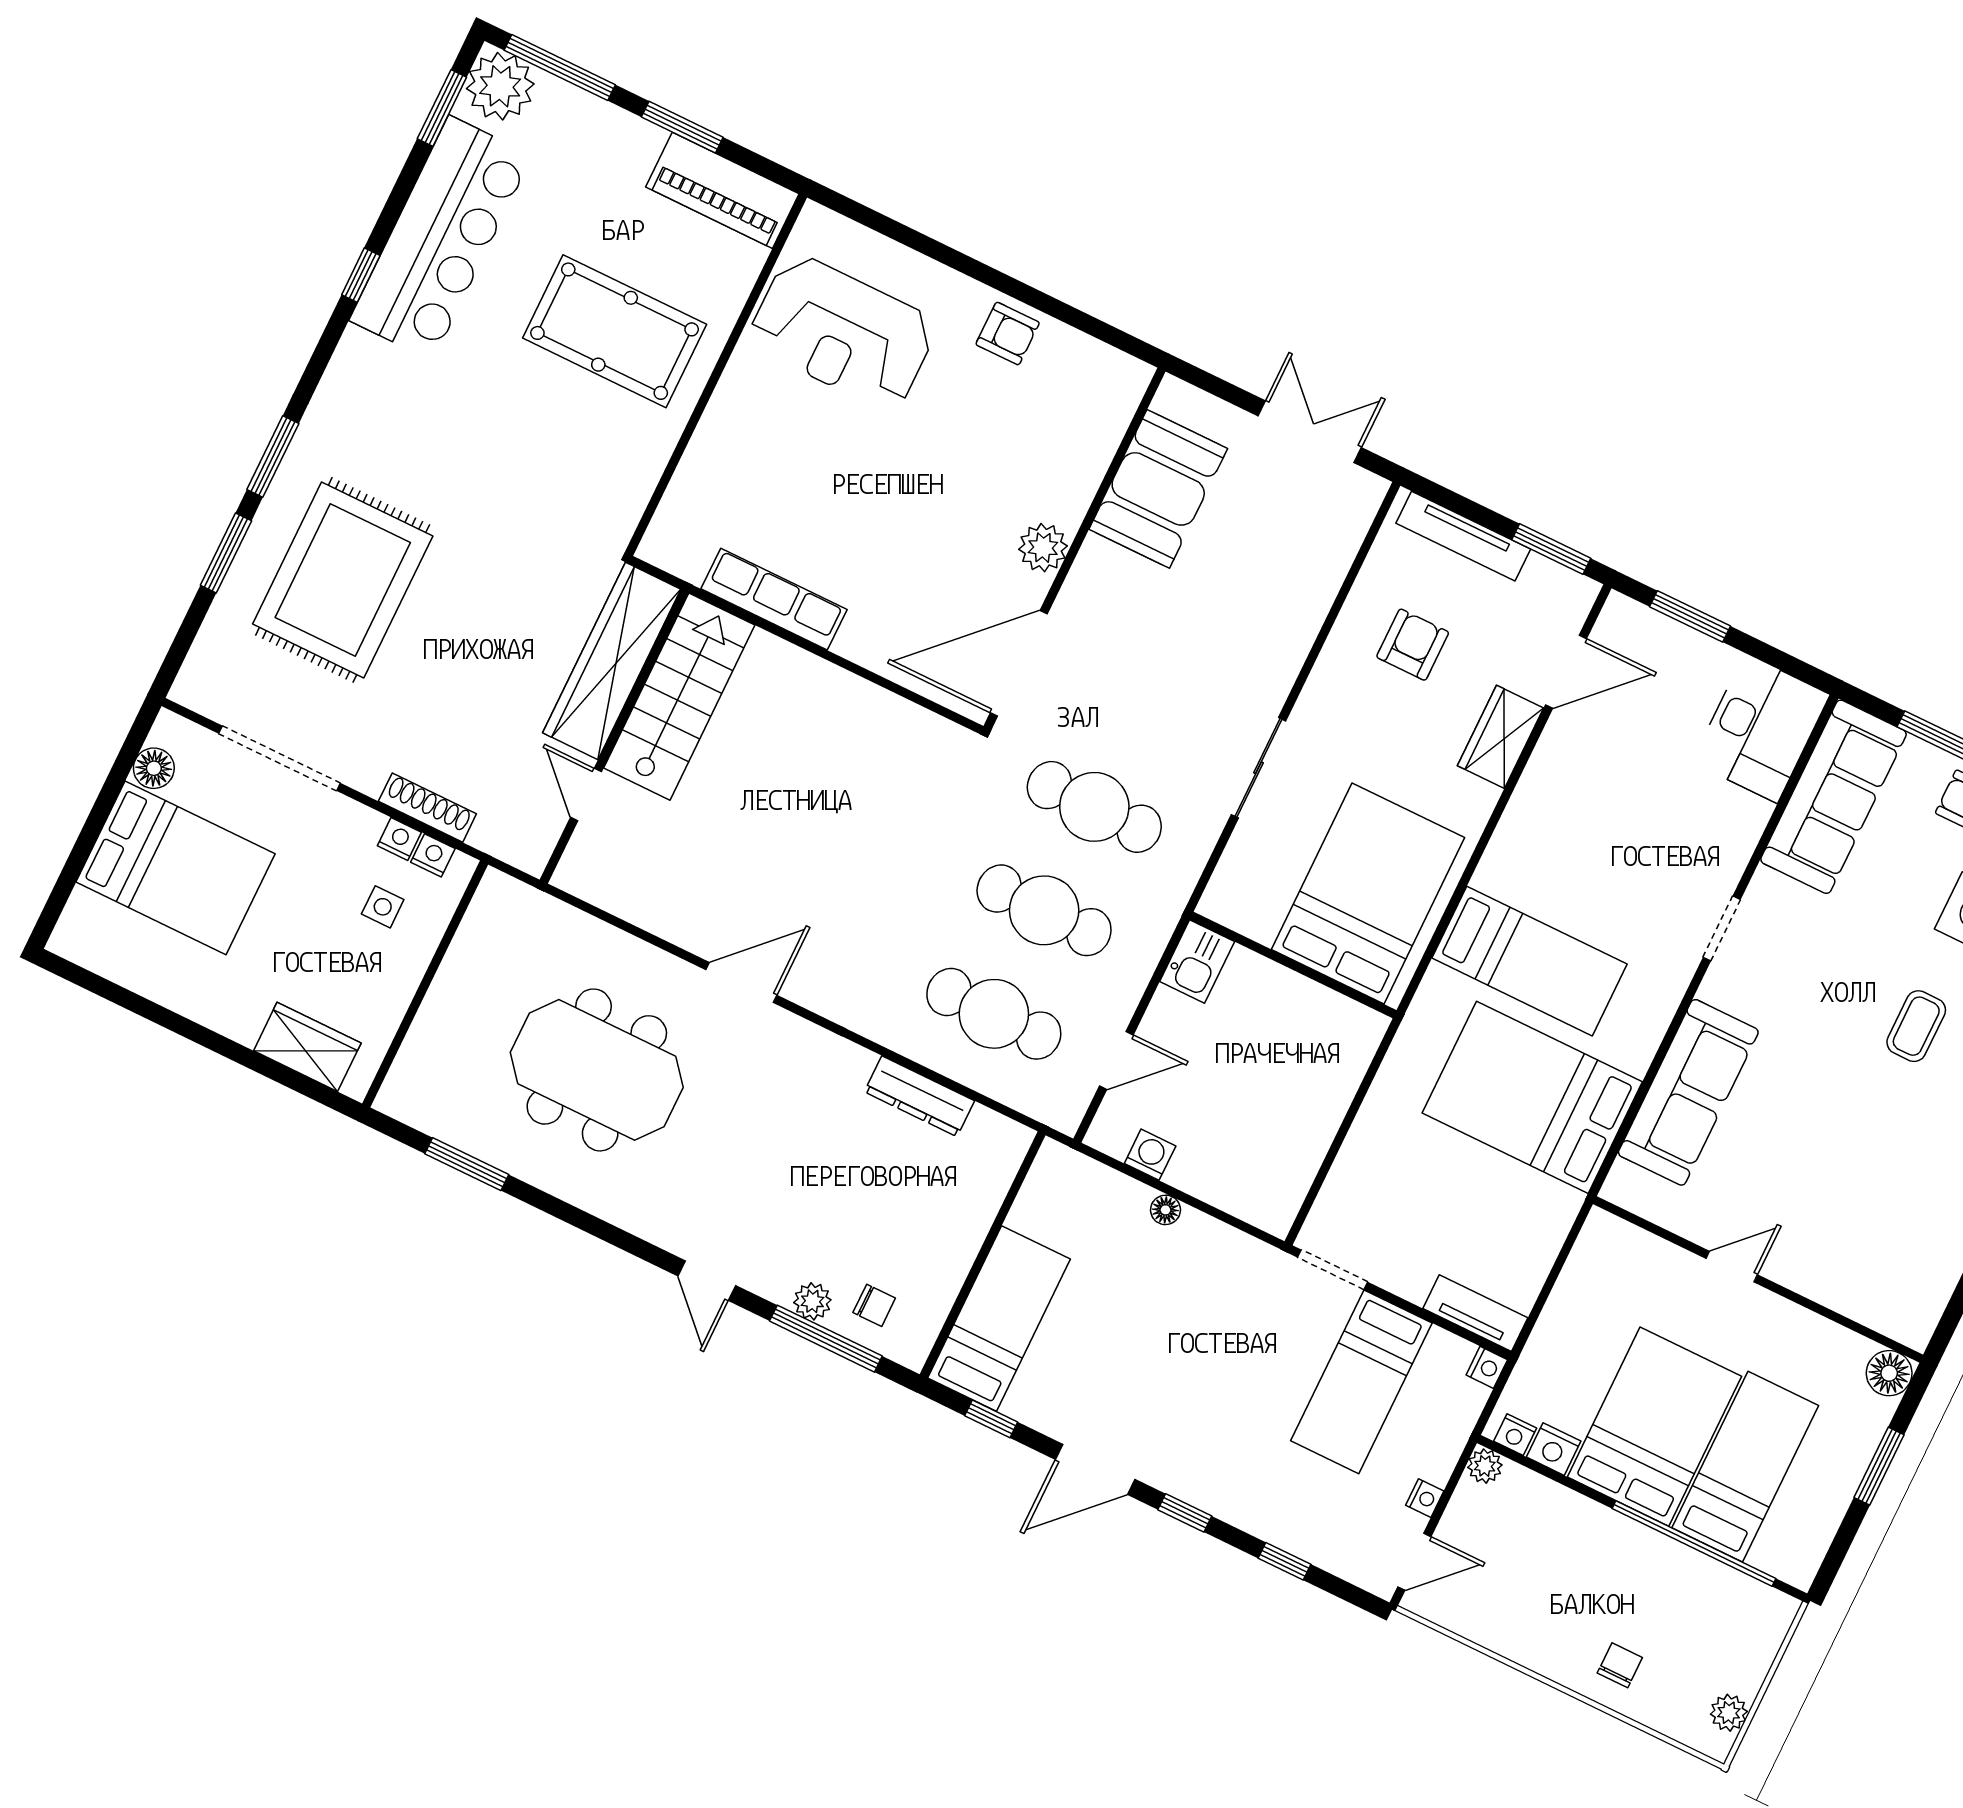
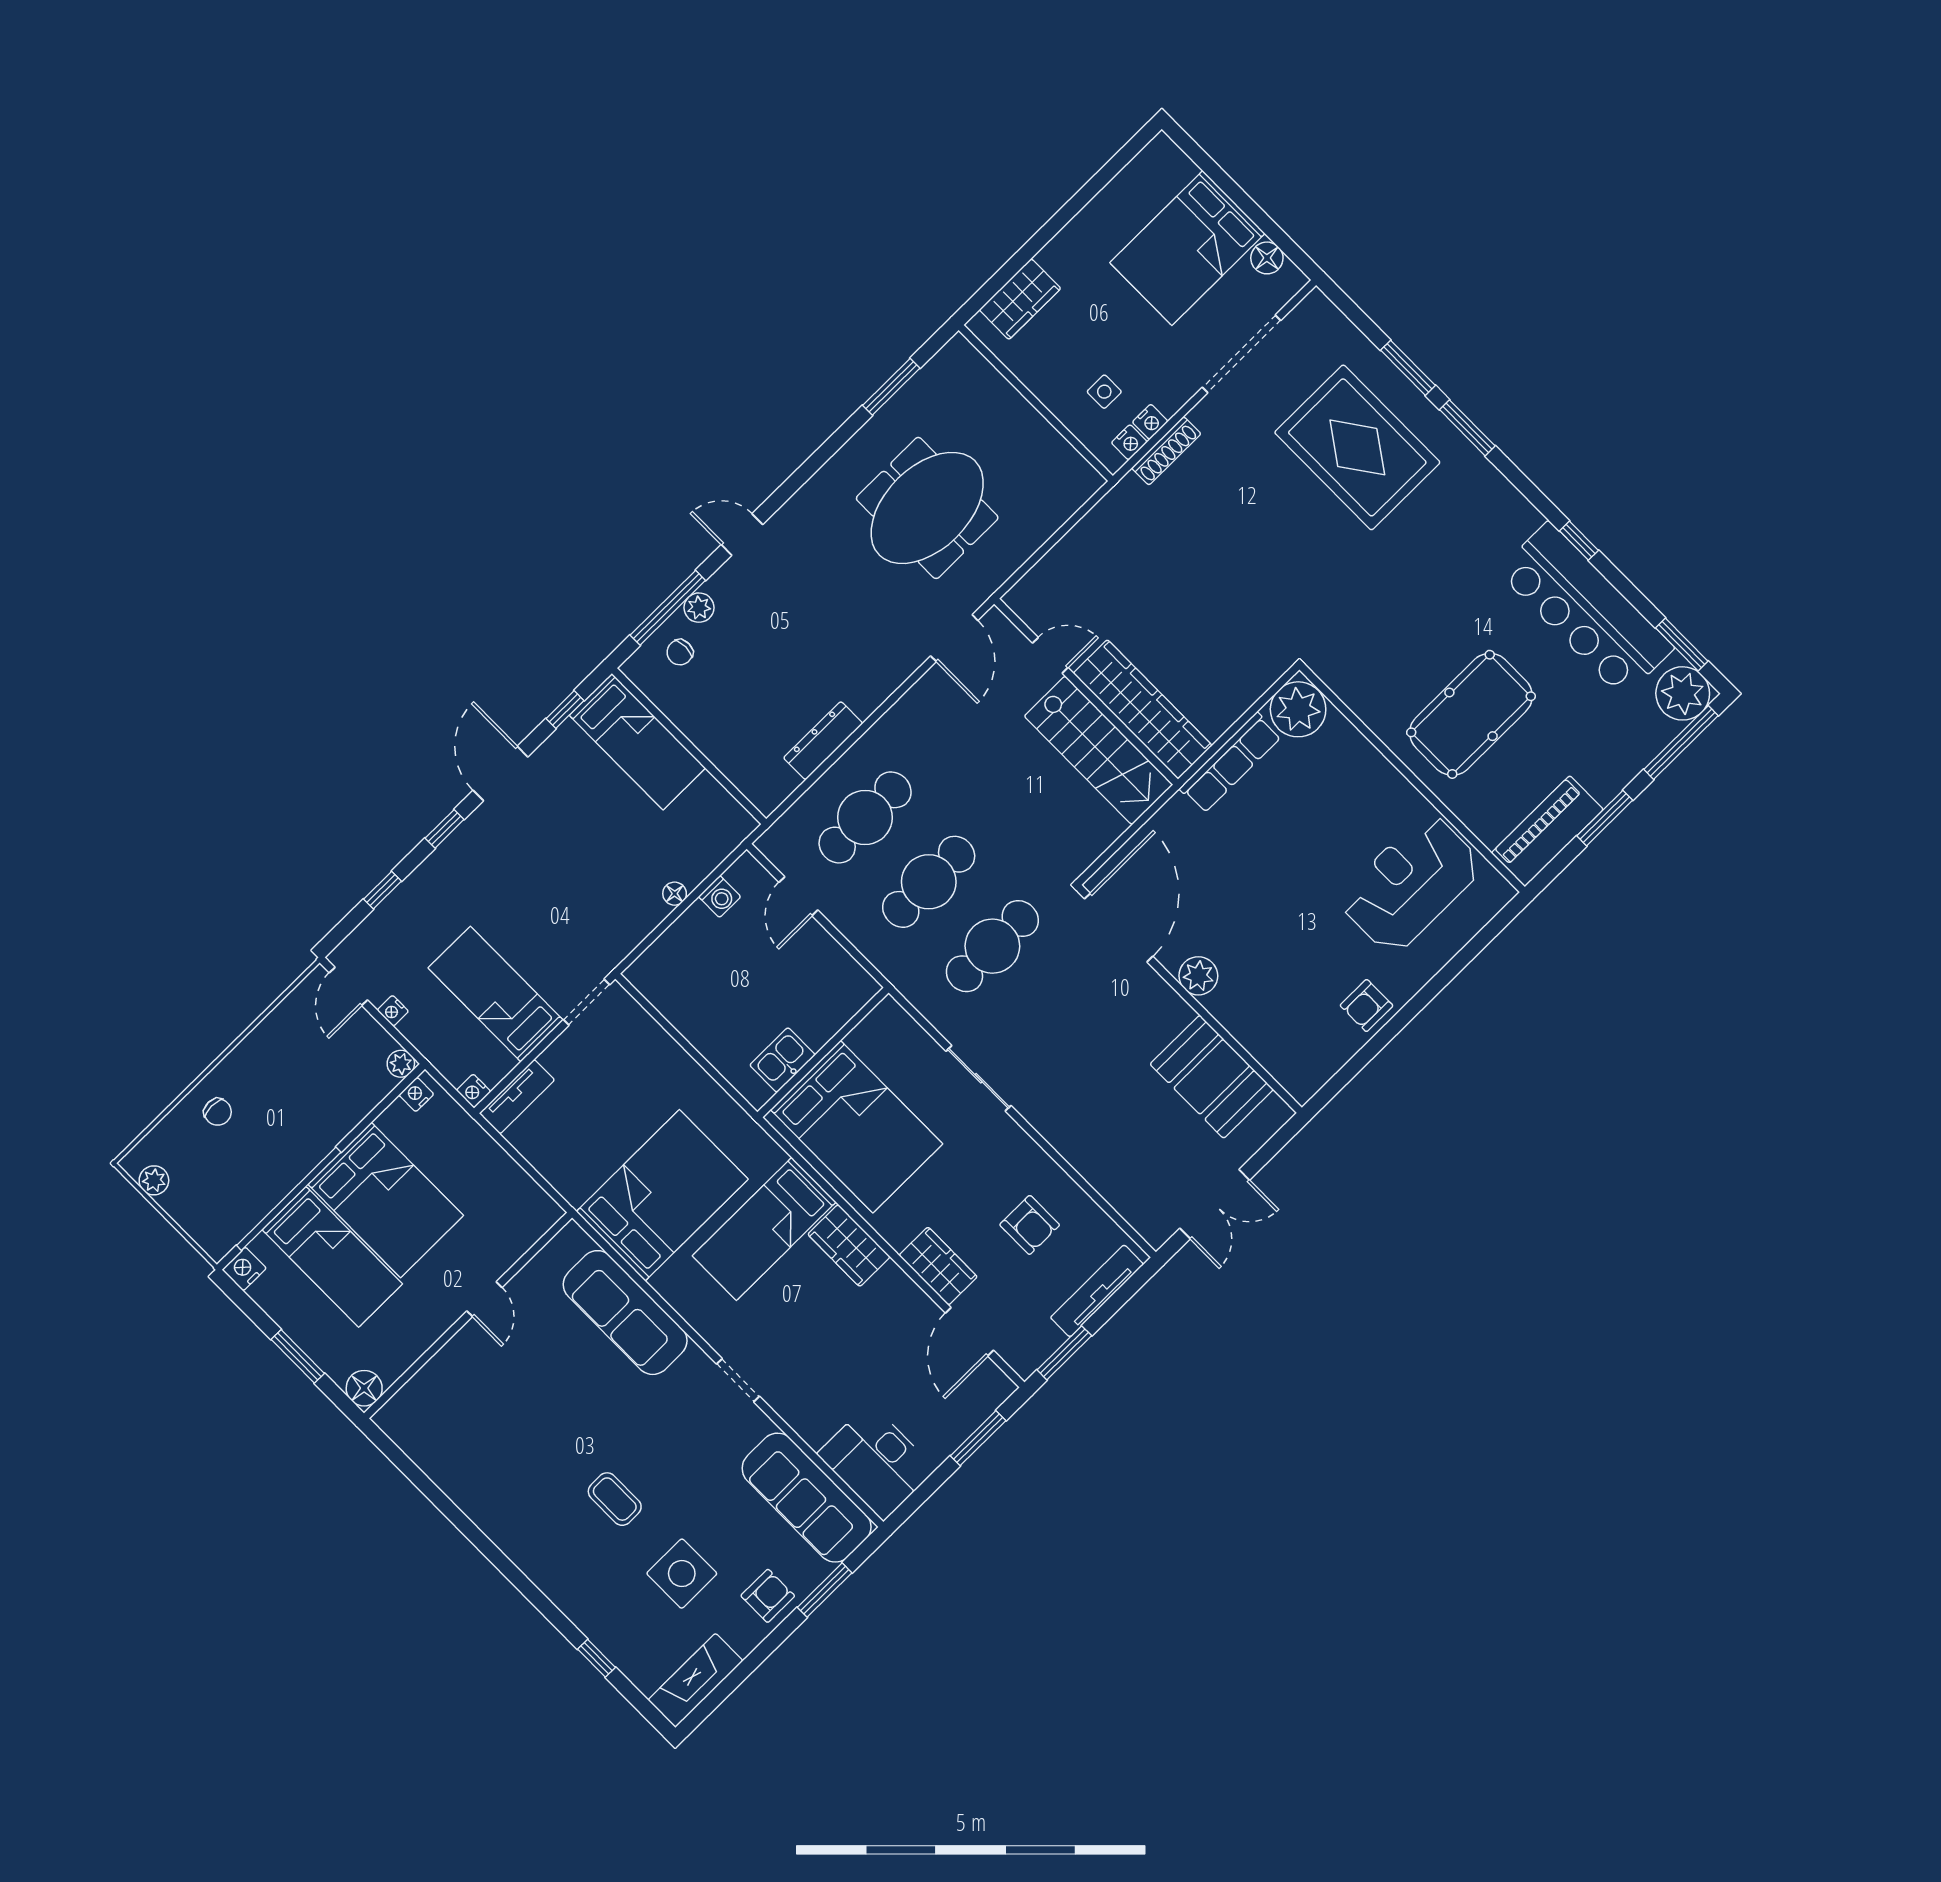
plant: (682, 540) -> (1298, 709), added
wardrobe: (612, 661) -> (1143, 709), moved
stairs: (679, 697) -> (1099, 750), moved
wall: (614, 736) -> (1086, 692), moved
door: (586, 795) -> (1050, 655), moved
wardrobe: (1514, 852) -> (849, 1246), added
kitchen sink: (1197, 962) -> (782, 1060), moved, turned 90
nightstand: (1554, 1449) -> (244, 1269), moved

